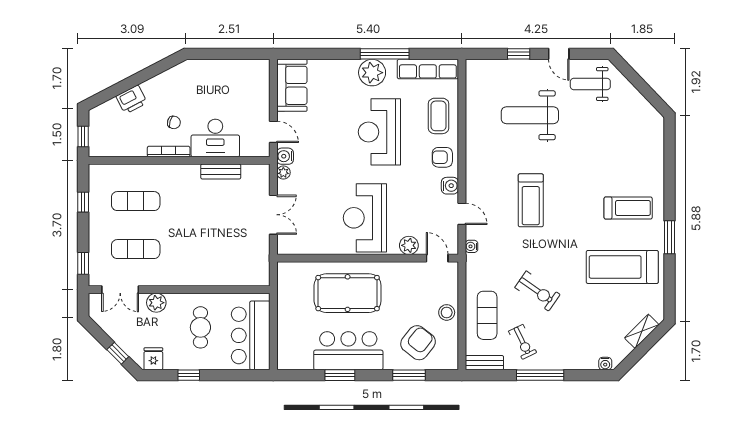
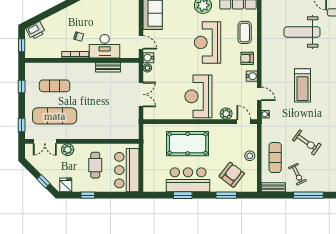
printer: (132, 100) -> (36, 31), moved
exercise mat: (136, 249) -> (55, 116), width x1.36, depth x1.45

